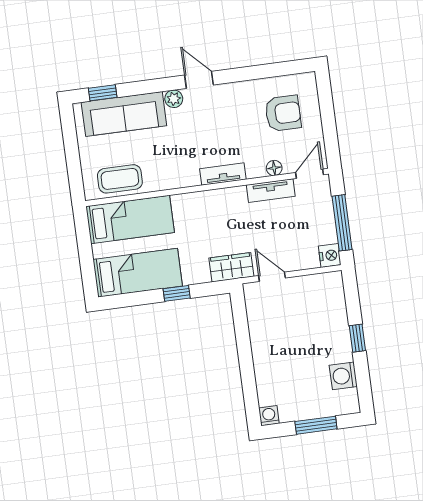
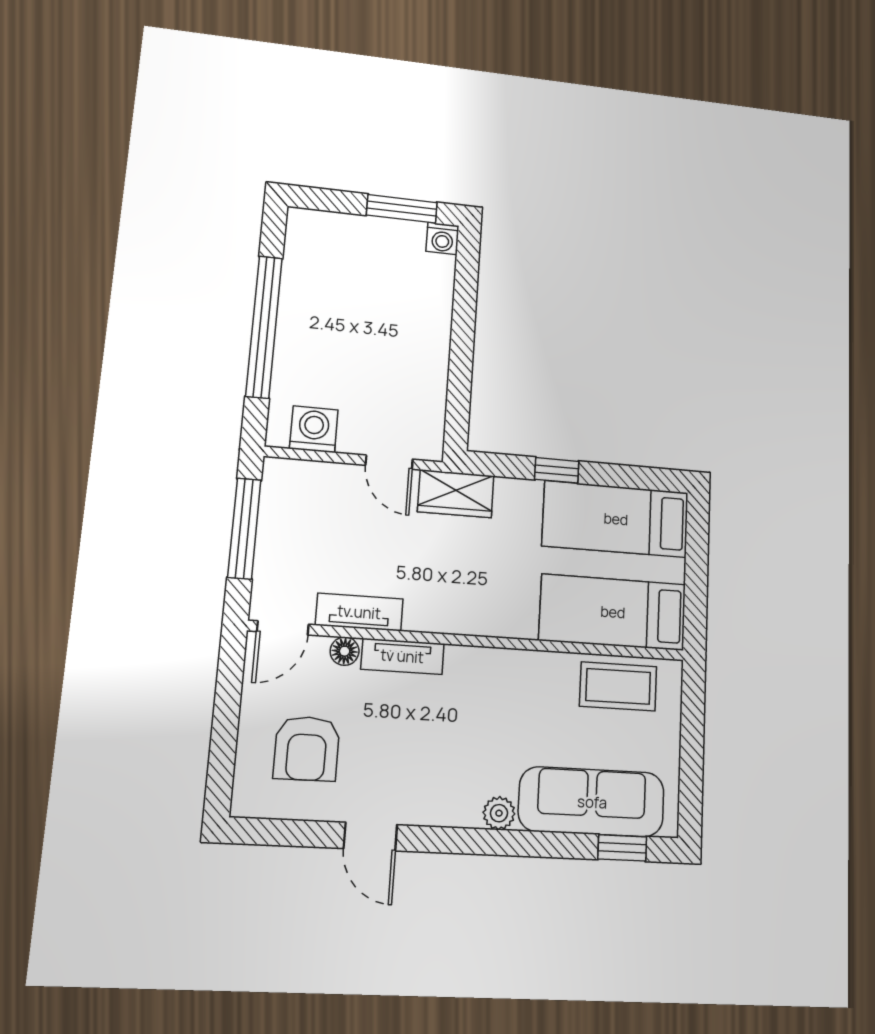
door: (199, 80) -> (370, 837), moved
armchair: (283, 113) -> (307, 748), turned -90
tv unit: (223, 174) -> (402, 656), moved
nightstand: (330, 255) -> (280, 476), removed
window: (357, 338) -> (264, 327), width x3.17
washing machine: (343, 376) -> (314, 429), moved, turned -90
window: (316, 425) -> (402, 209), moved

